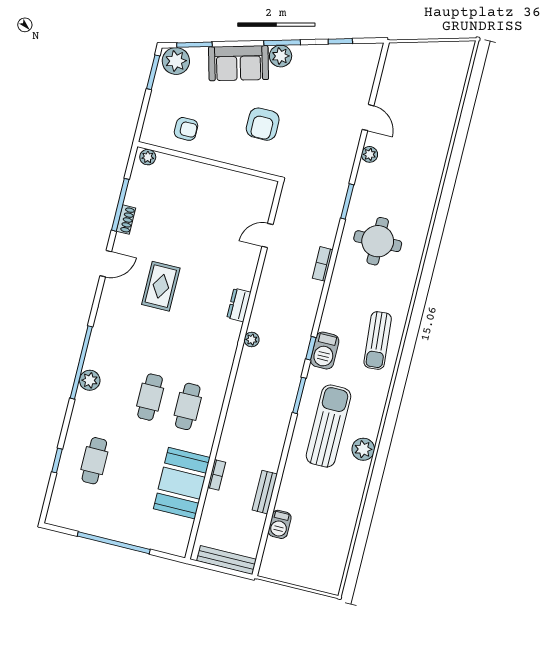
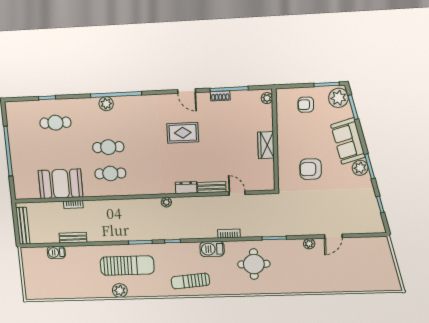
armchair: (186, 129) -> (306, 105), moved, turned 90
wardrobe: (212, 176) -> (266, 145), added
bench: (249, 269) -> (212, 187), added
barbecue: (325, 351) -> (212, 249), moved

